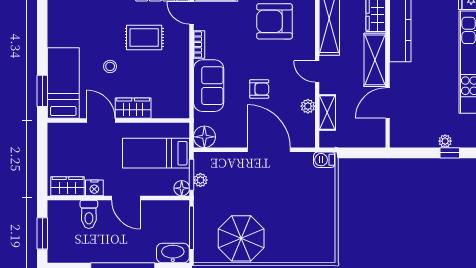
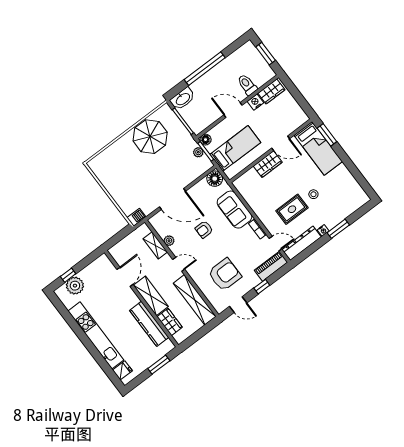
stool: (110, 66) -> (313, 194), moved
plant: (445, 141) -> (75, 286), width x1.87, depth x1.87

